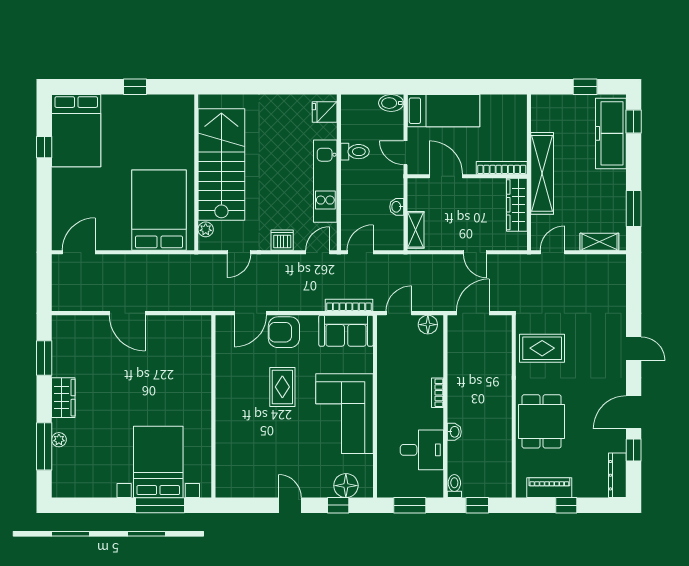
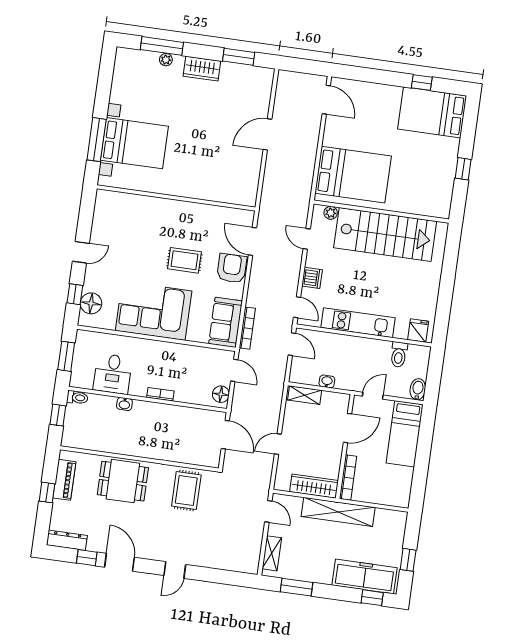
toilet: (355, 152) -> (399, 355), moved

